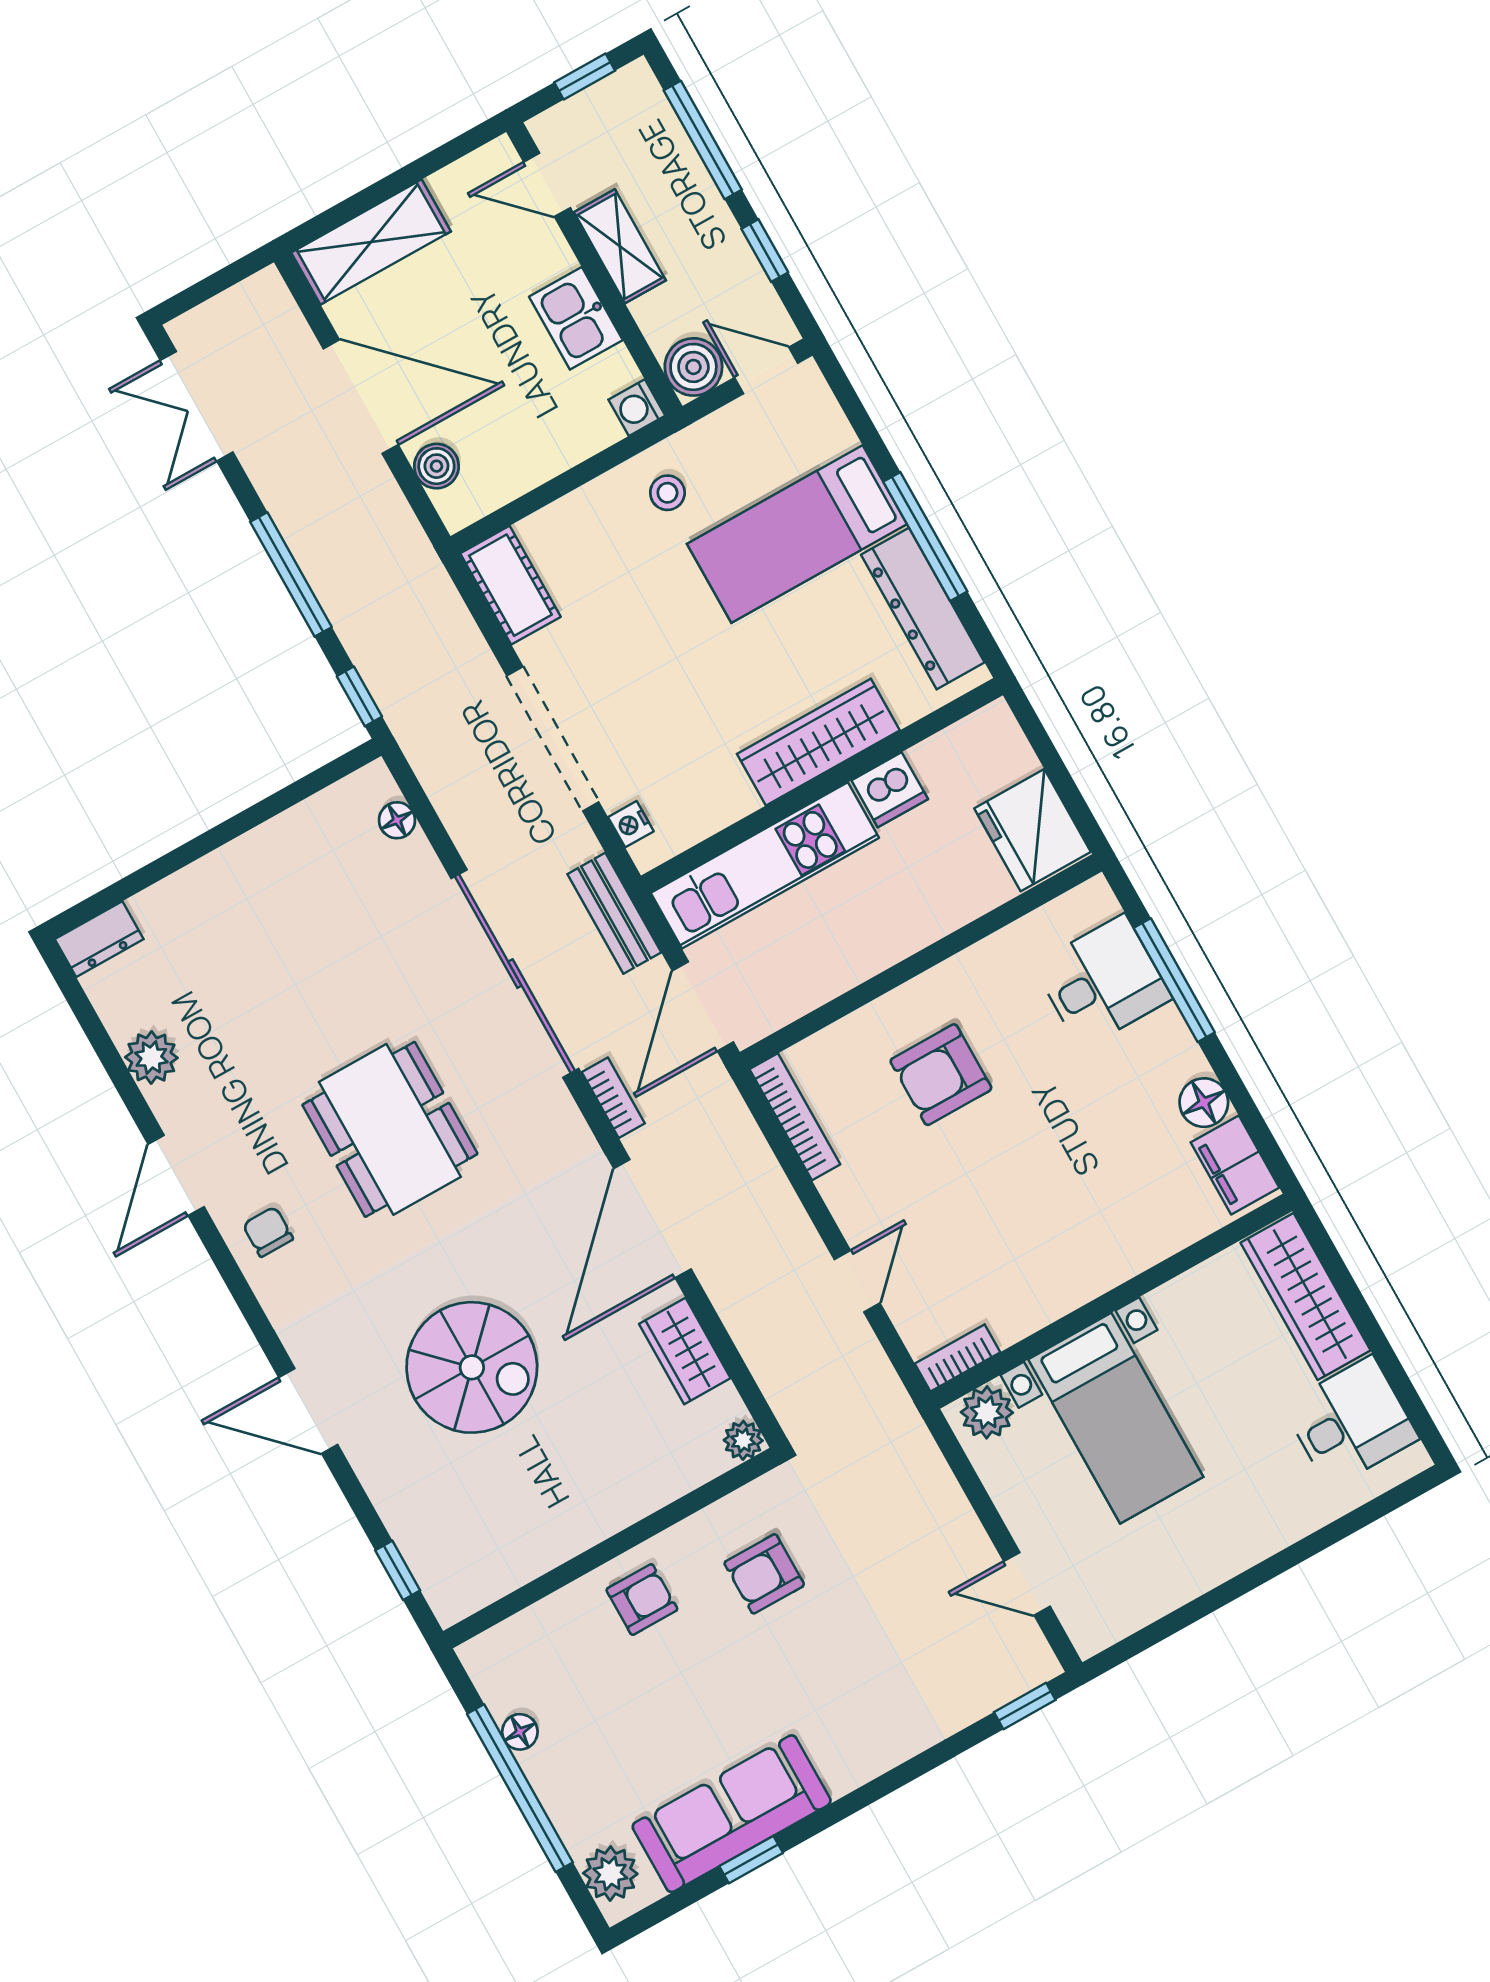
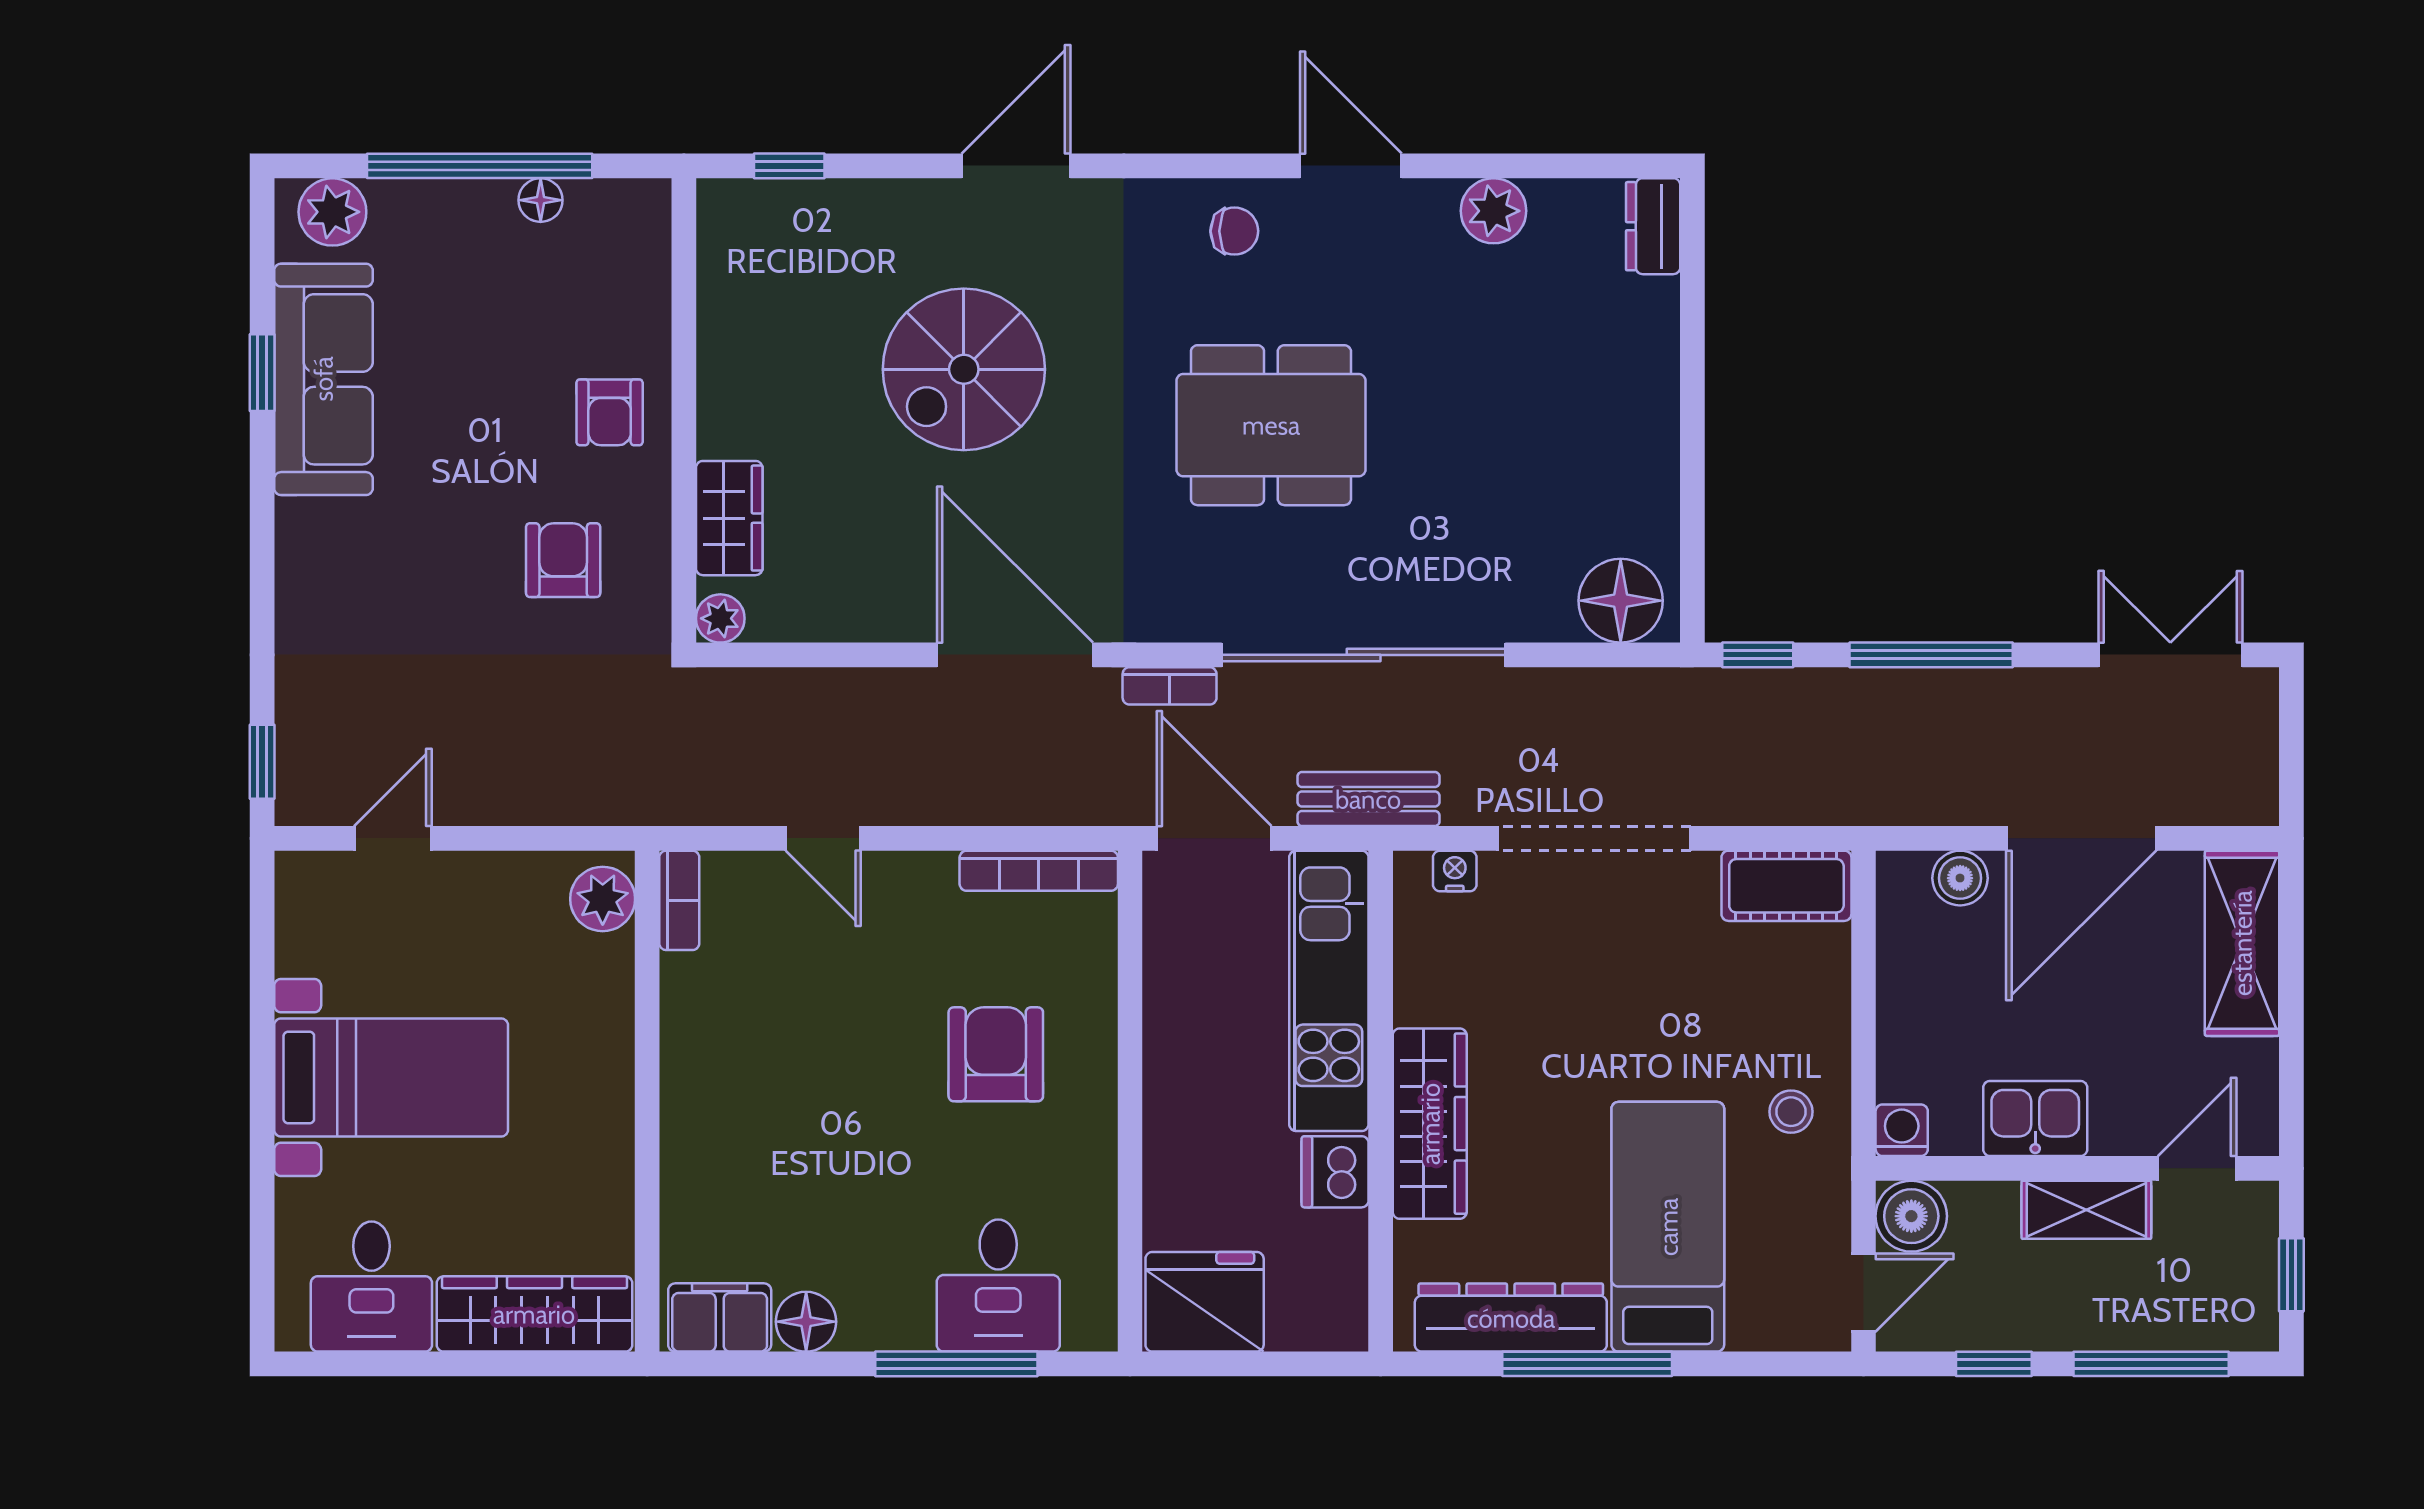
floor lamp: (397, 820) -> (1621, 601), width x1.89, depth x1.89
wardrobe: (685, 1351) -> (729, 518), moved, turned 90
bed with nightstands: (1116, 1418) -> (391, 1078), moved, turned 180

